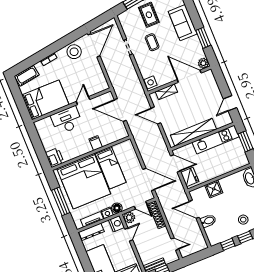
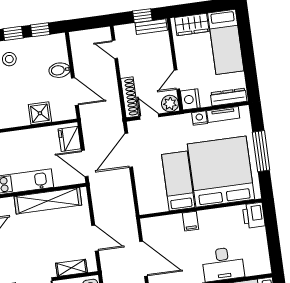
door: (149, 180) -> (129, 150), hinge flipped
floor lamp: (117, 208) -> (184, 121), removed

